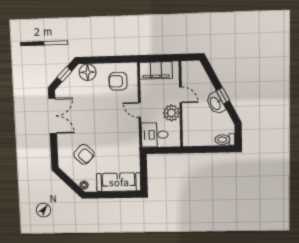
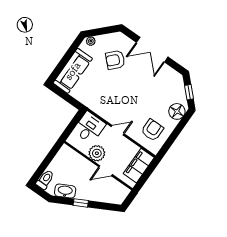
washbasin: (216, 103) -> (65, 191), moved
double door: (53, 116) -> (152, 50), moved

